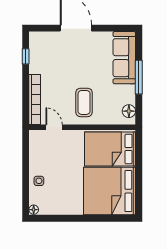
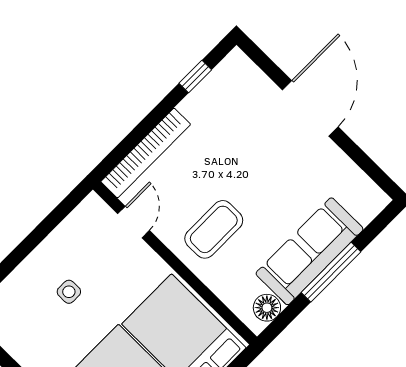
sofa: (124, 58) -> (310, 251), moved
side table: (39, 181) -> (69, 292), moved

